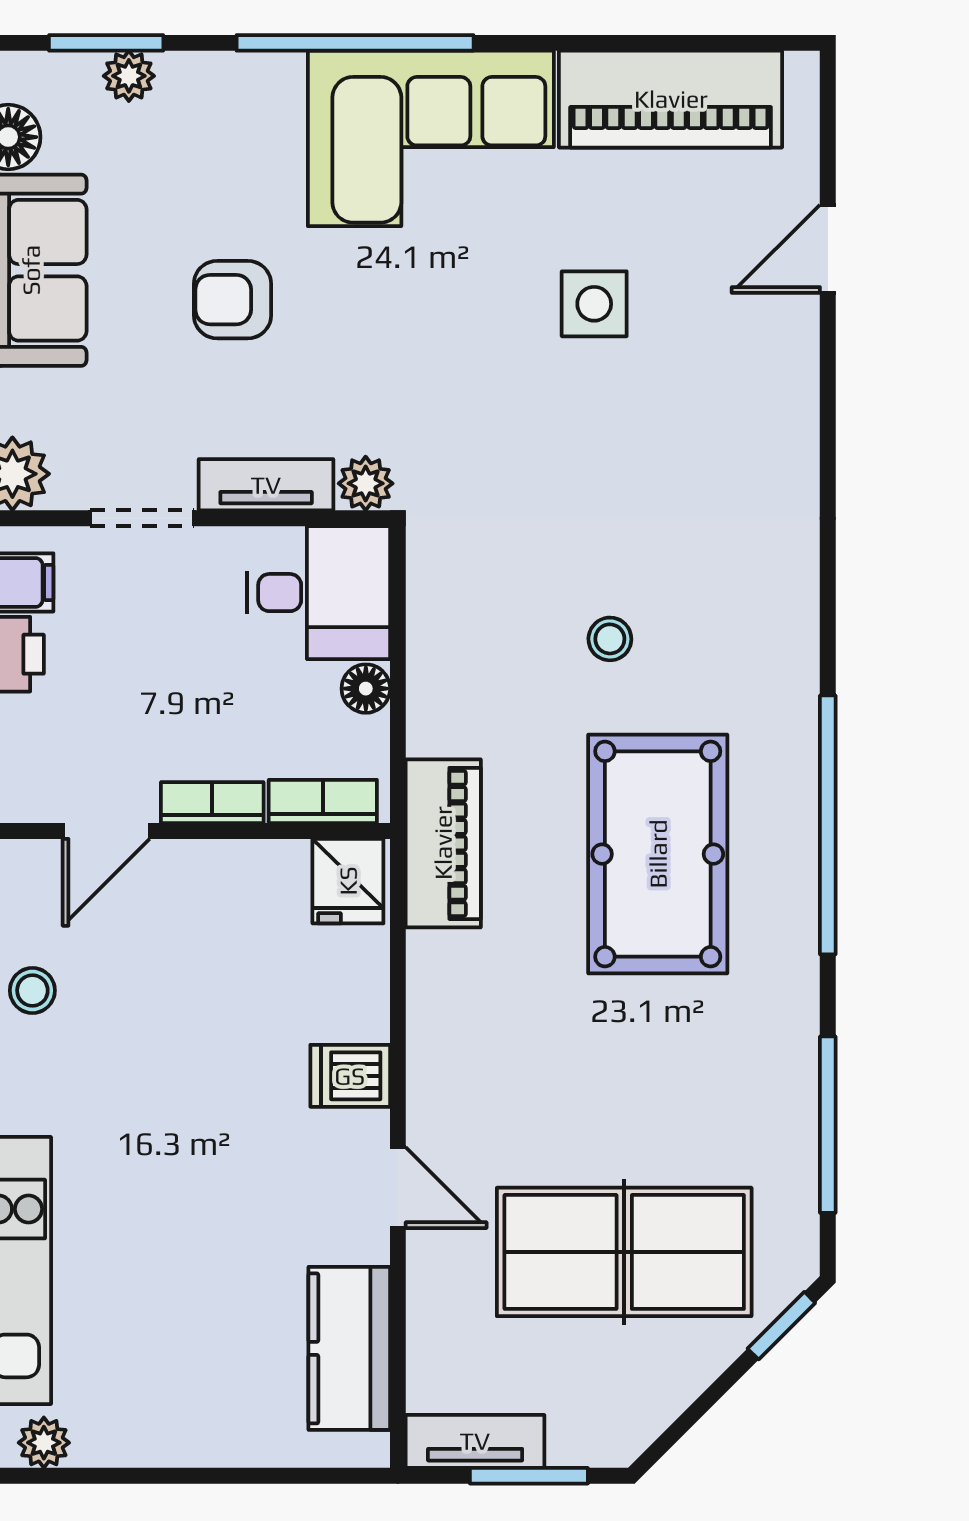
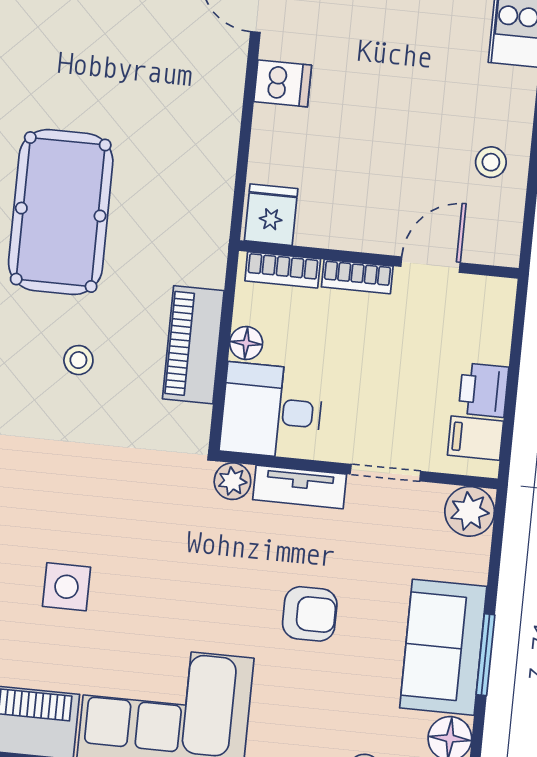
piano: (443, 843) -> (193, 345), moved

